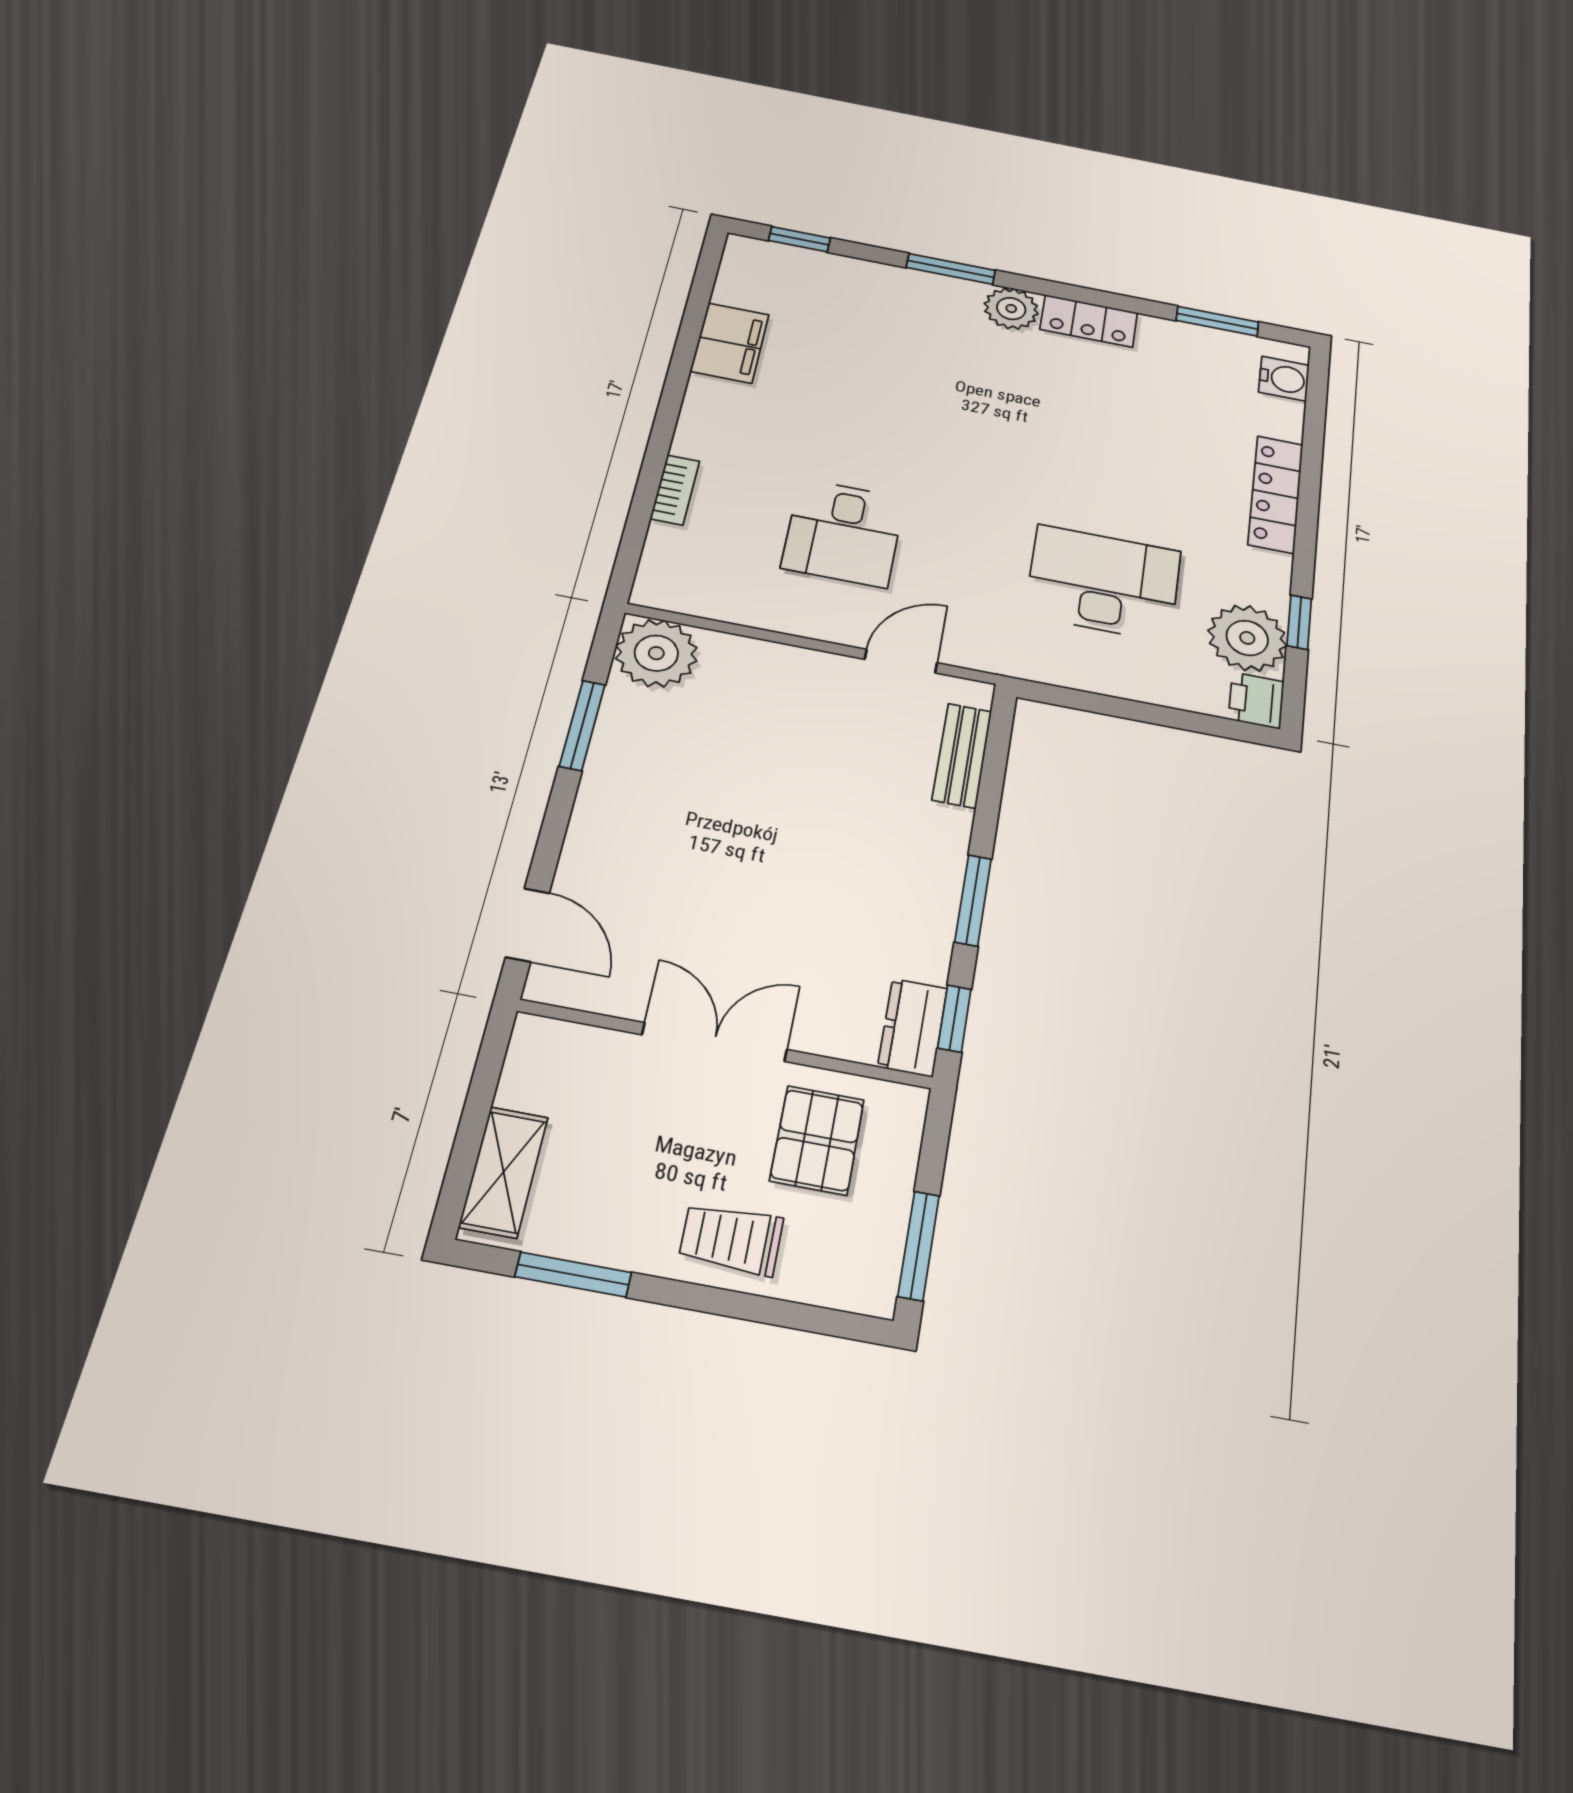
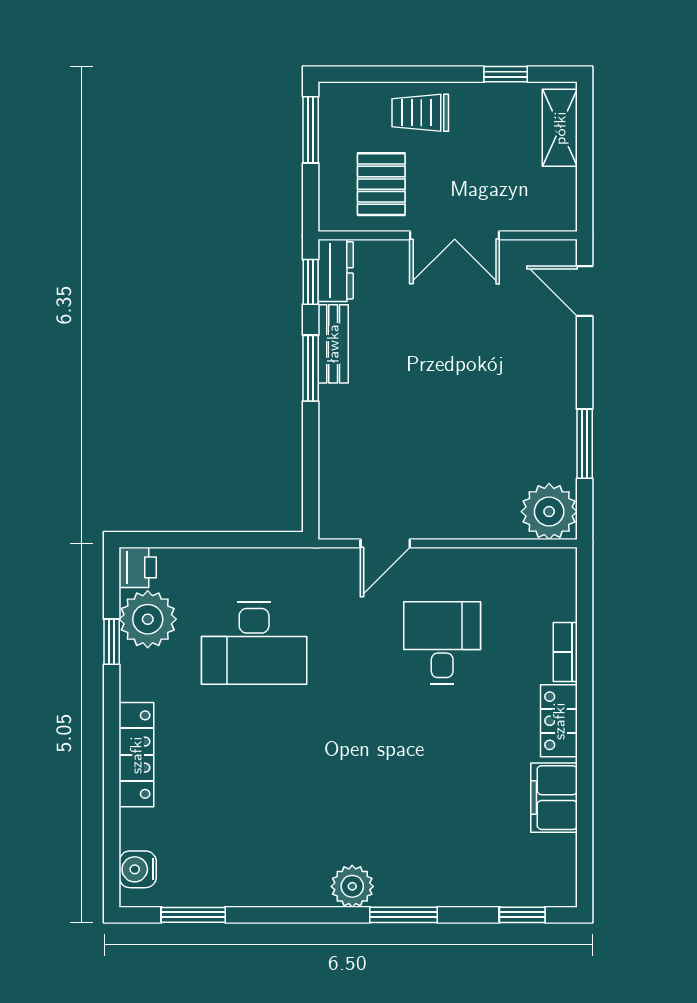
locker: (1089, 321) -> (559, 721), moved, turned -90
bench: (962, 755) -> (333, 344), moved
trolley: (731, 1239) -> (420, 113), turned 180
window: (573, 1275) -> (506, 74), width x0.67

